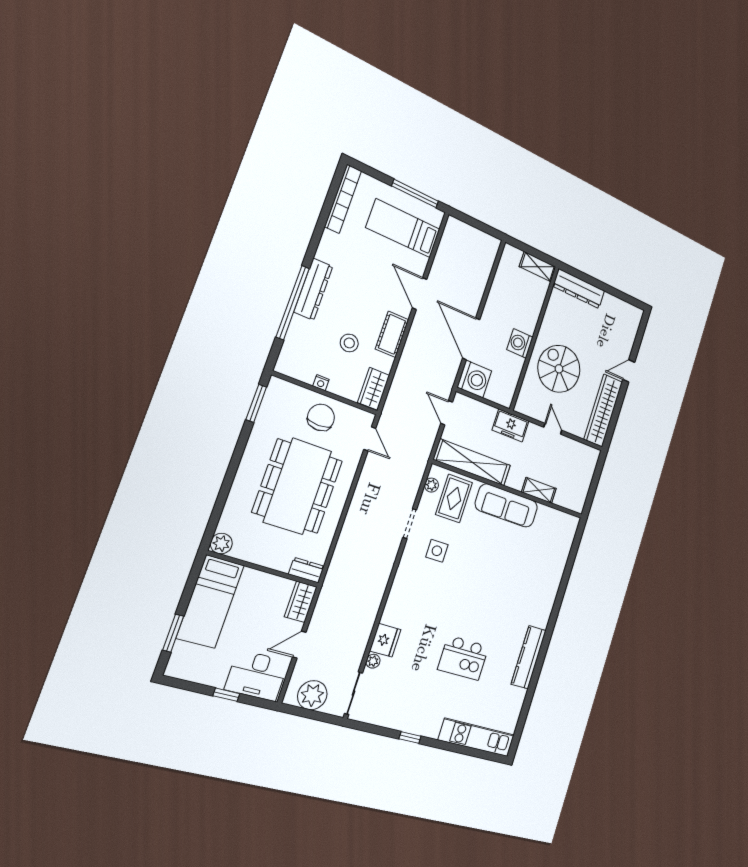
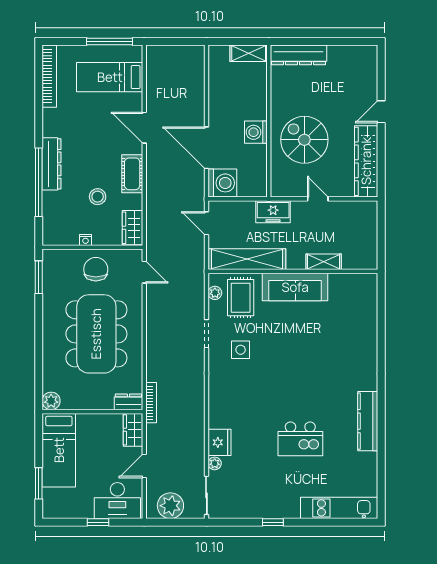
bookcase: (330, 578) -> (151, 403), added

